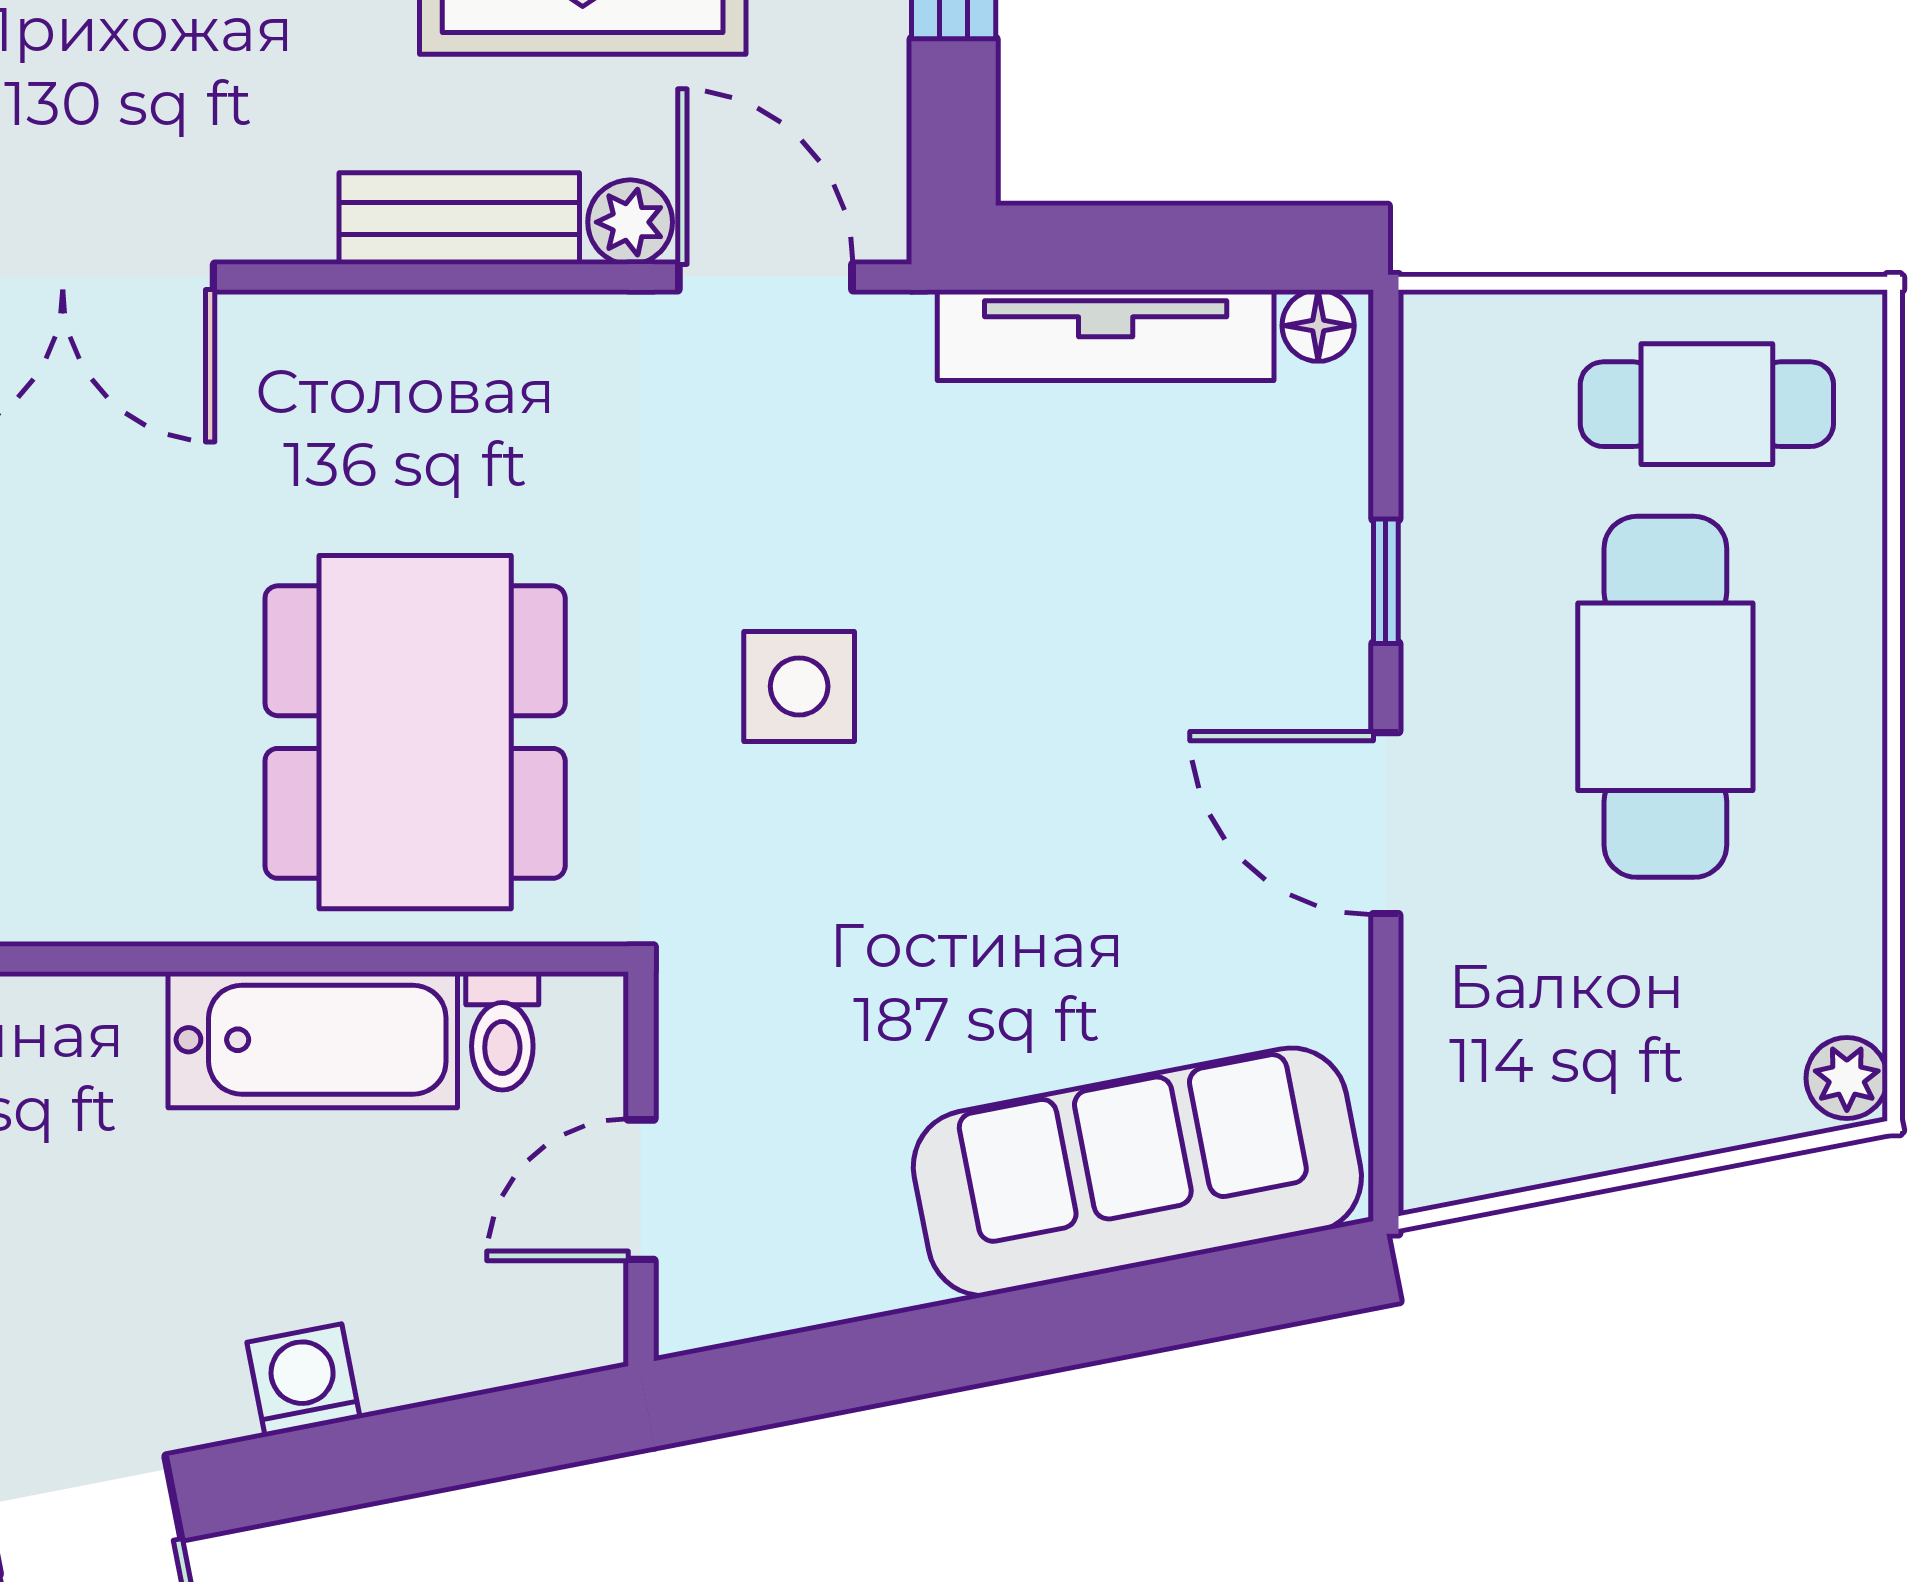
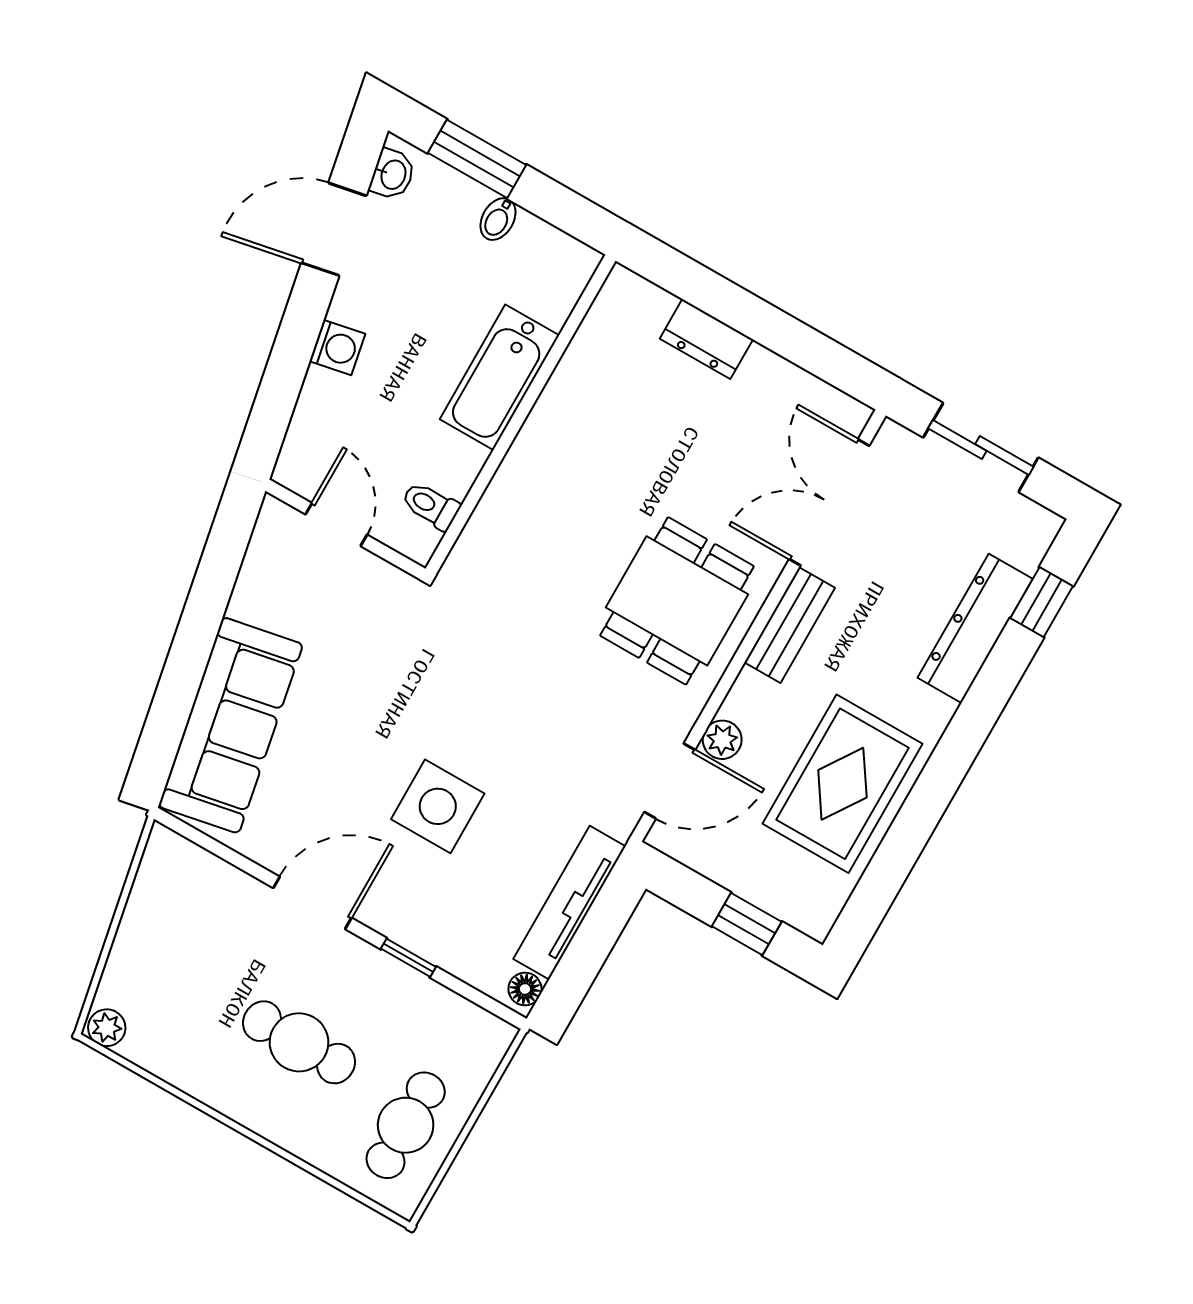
bench: (459, 219) -> (790, 625), moved
side table: (799, 686) -> (438, 806), moved, width x1.37, depth x1.37
cafe table: (1665, 697) -> (299, 1042), width x0.73, depth x0.74
dining table: (415, 732) -> (677, 601), moved, width x0.73
bathtub: (313, 1040) -> (499, 377), moved

